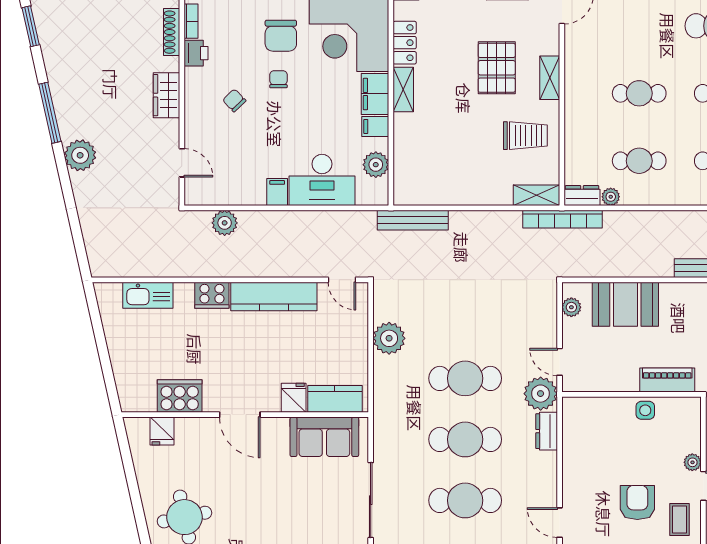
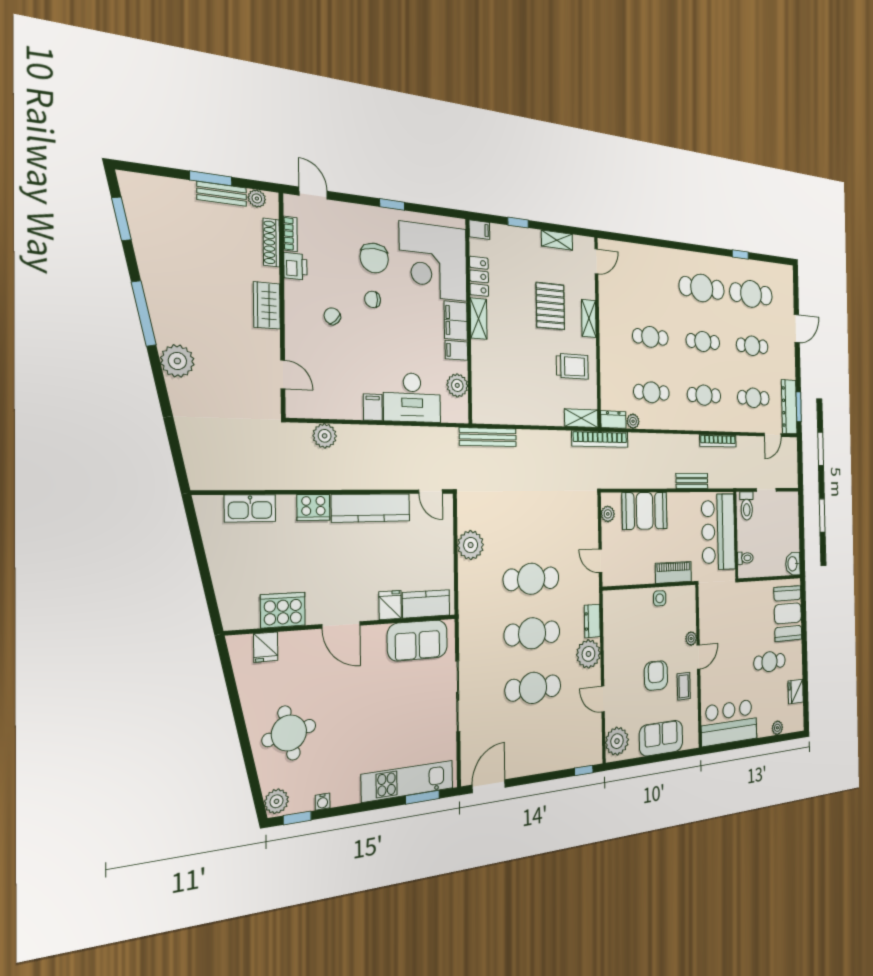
chair: (278, 79) -> (373, 299), turned -90
plant: (541, 394) -> (588, 654), moved

